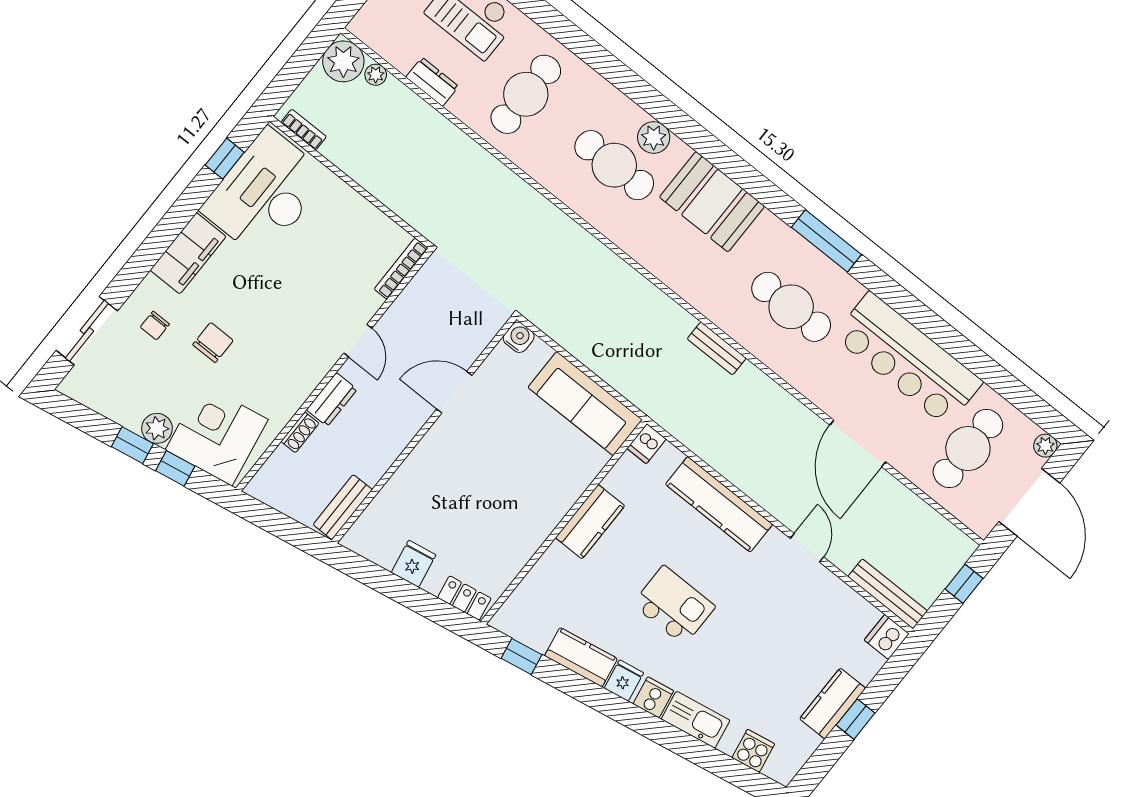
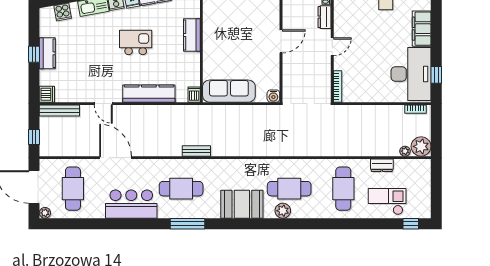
door: (358, 341) -> (332, 47), swing flipped
bar counter: (908, 359) -> (131, 204), width x0.73
door: (454, 392) -> (281, 41), moved
kitchen counter: (590, 522) -> (192, 35), moved
kitchen island: (674, 605) -> (136, 42), turned 180

